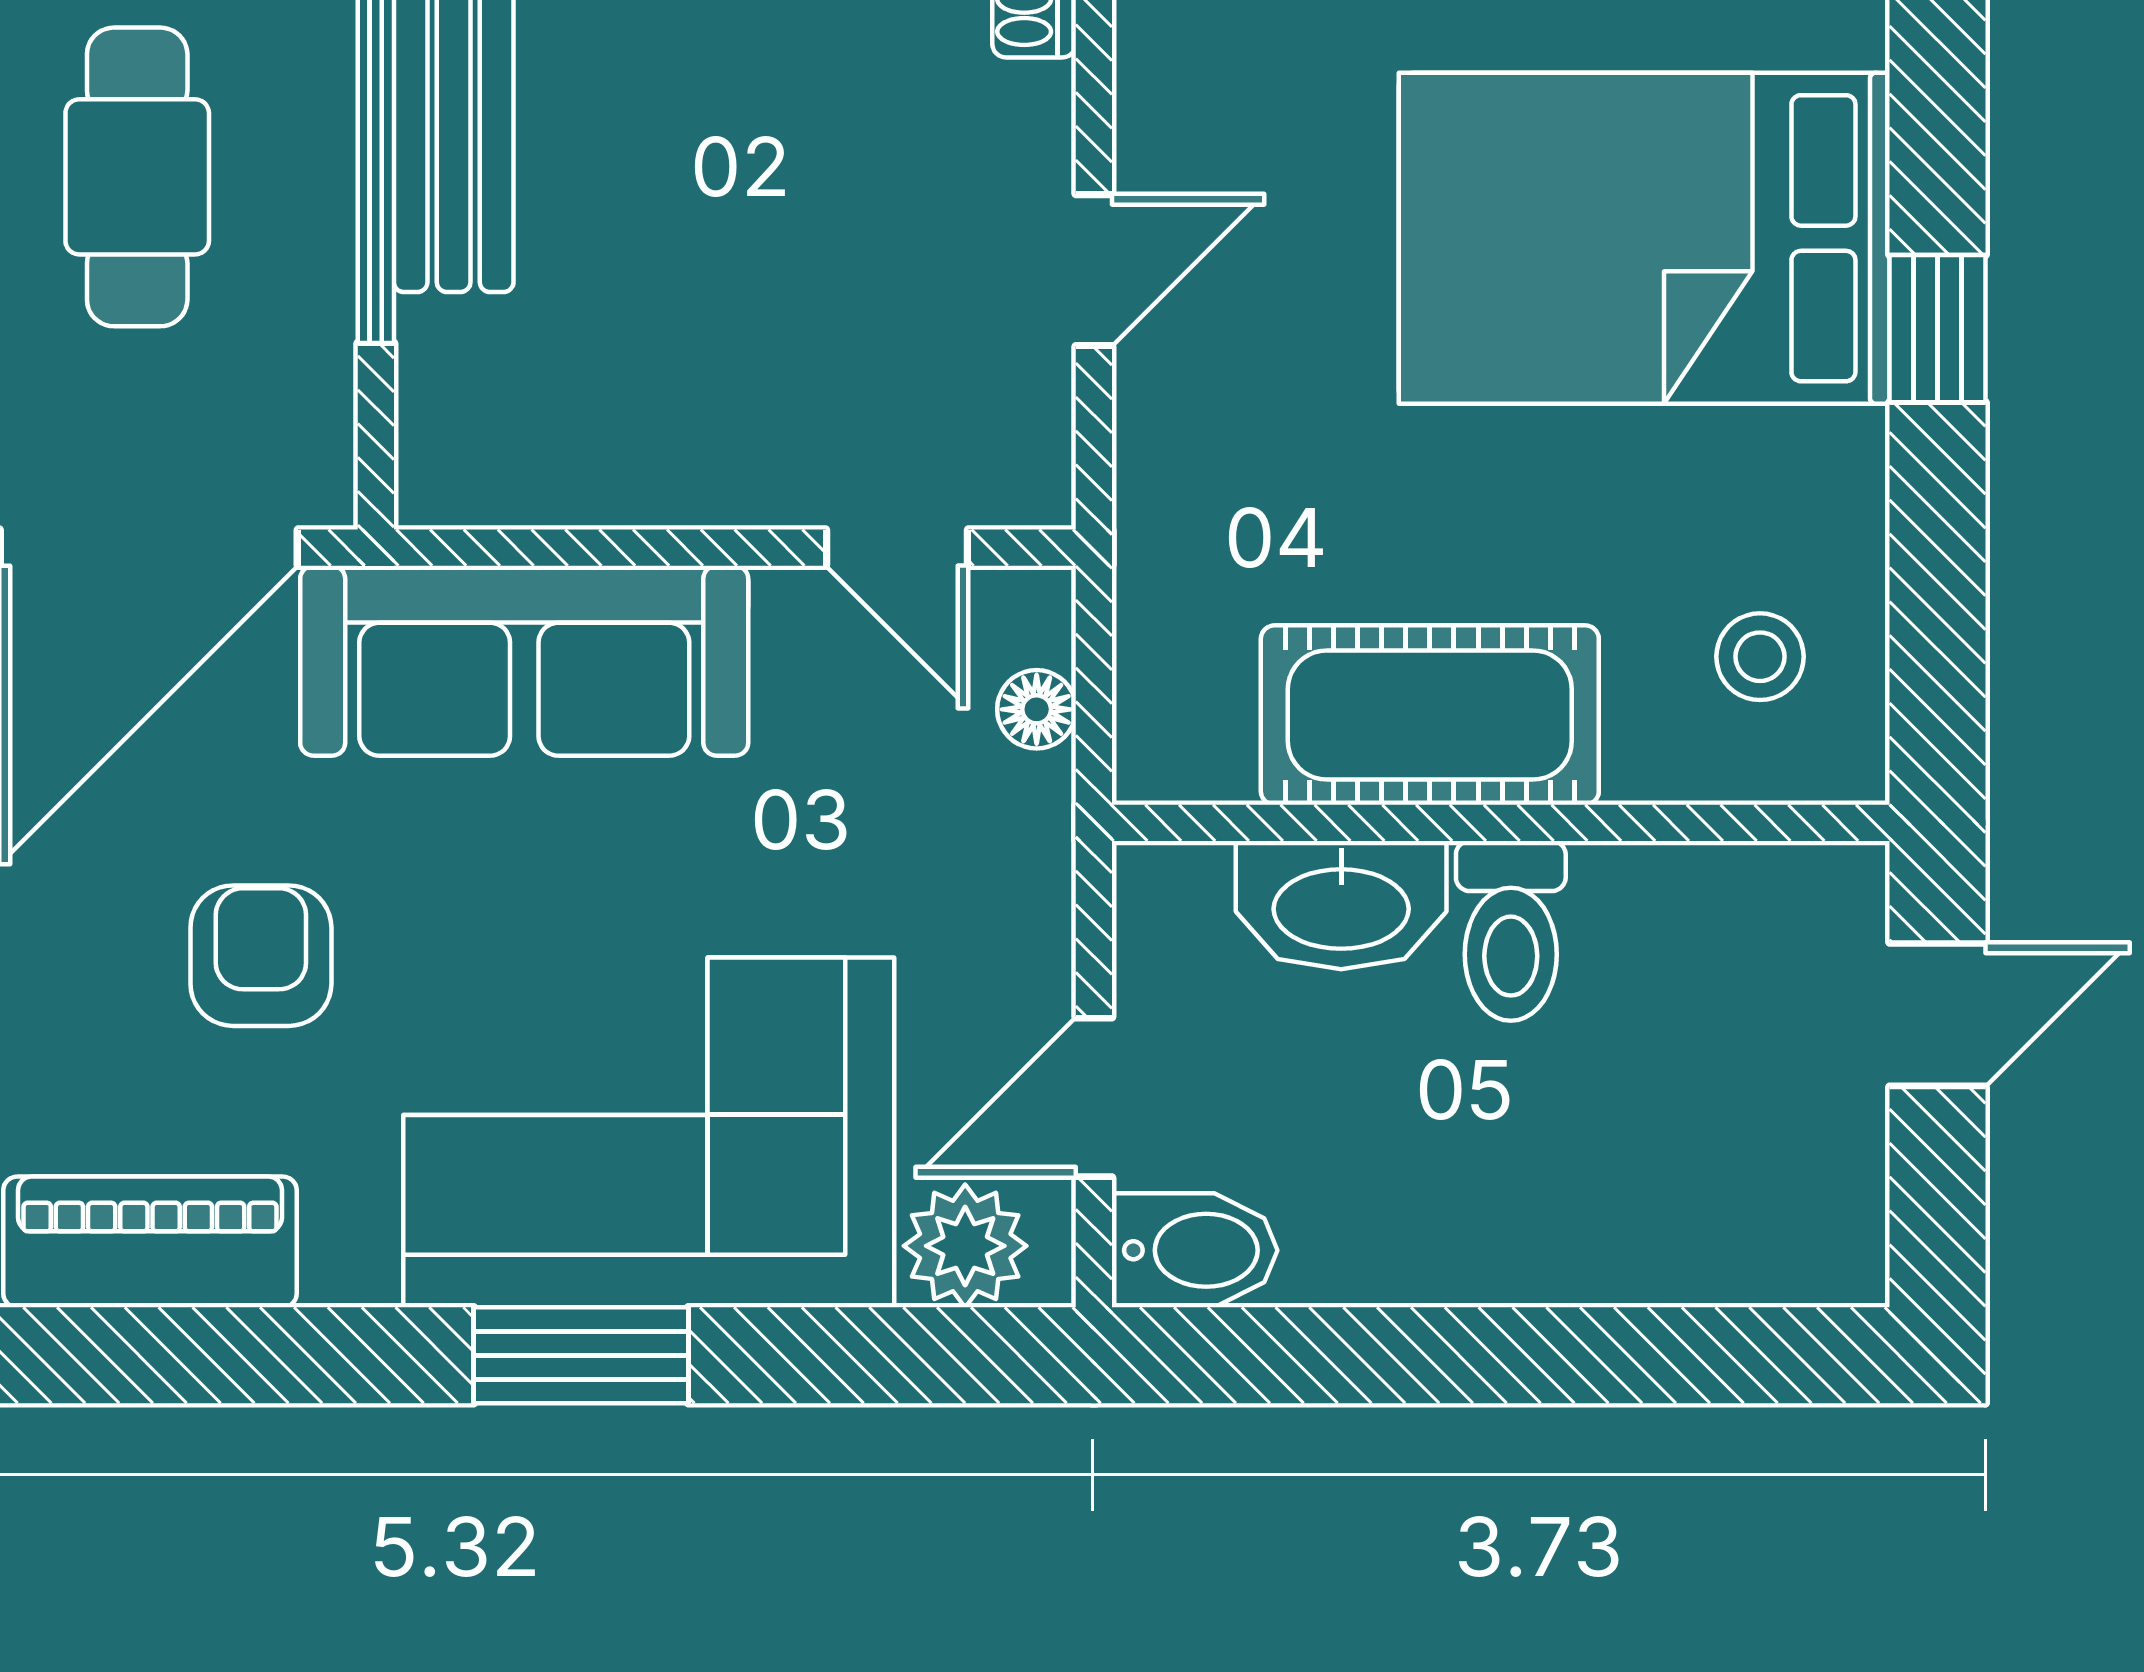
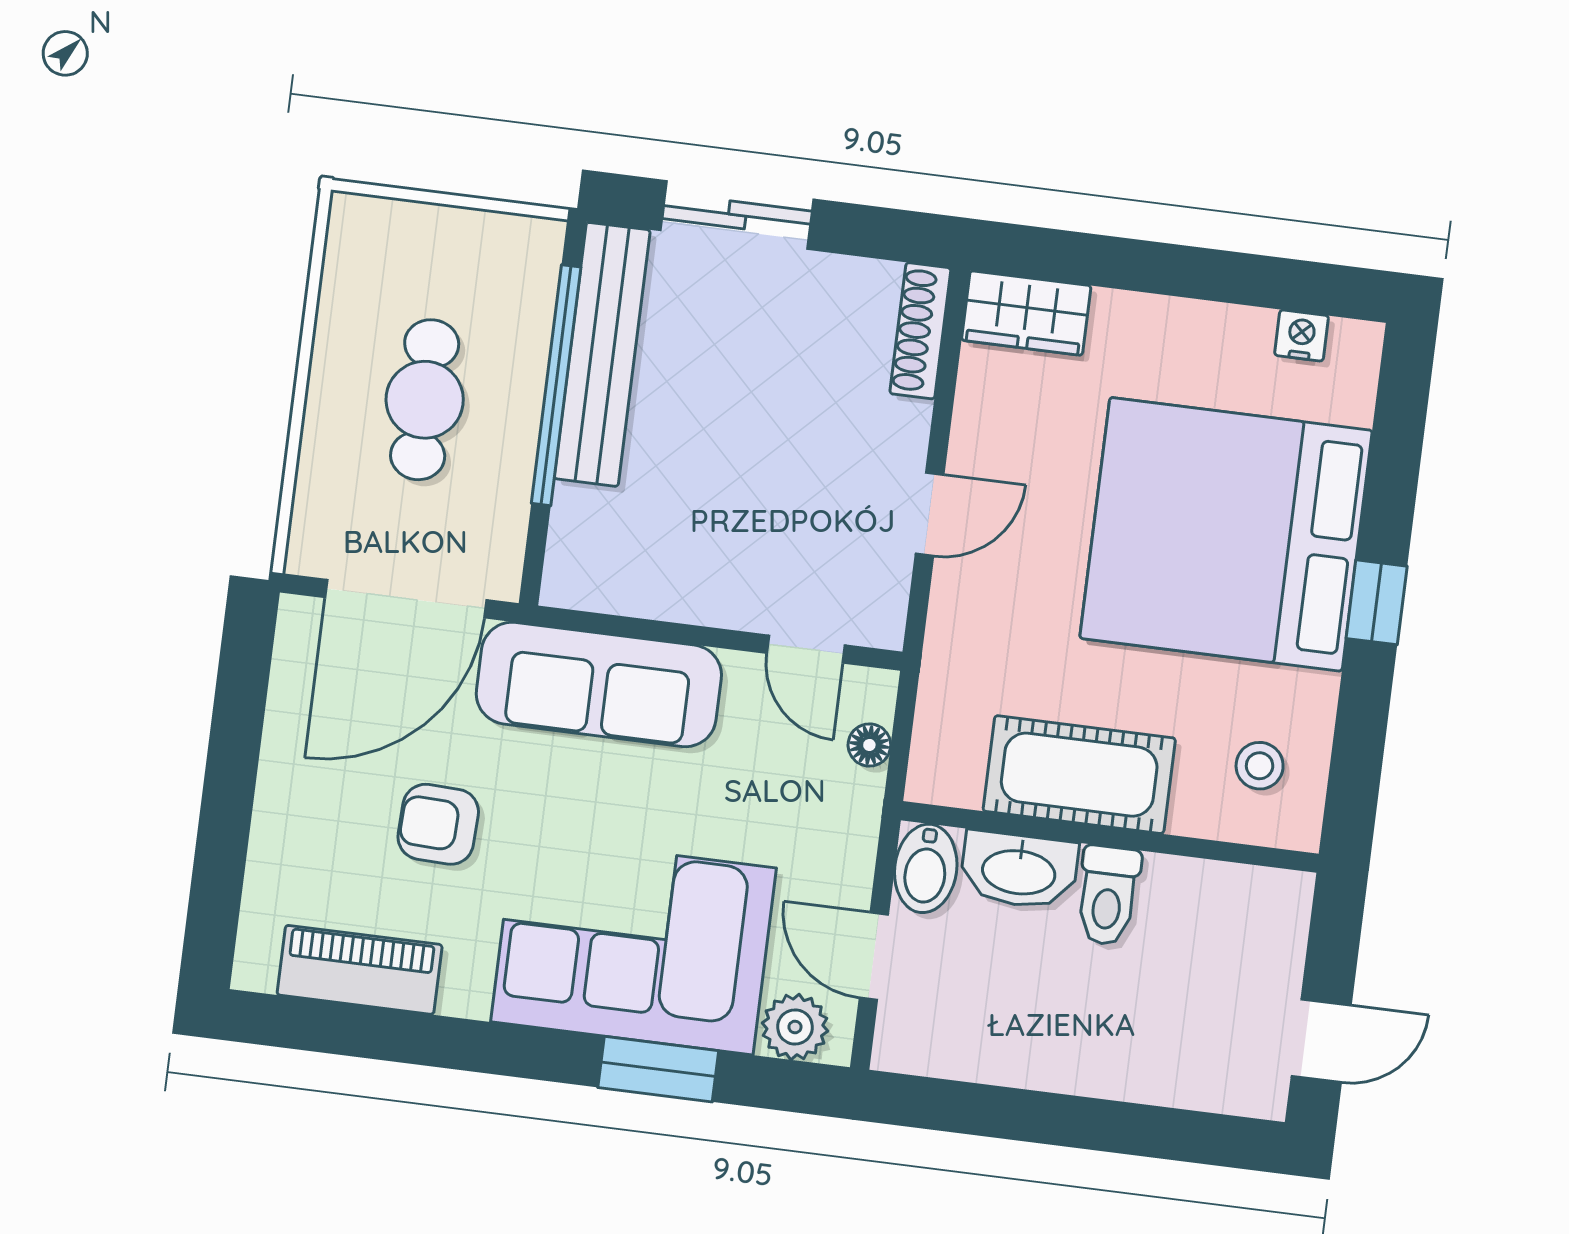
bed: (1644, 238) -> (1226, 534), width x1.36
armchair: (261, 956) -> (438, 824), turned -88
door: (1938, 1015) -> (1321, 1041), moved
door: (1094, 1097) -> (874, 956), hinge flipped
bidet: (1195, 1250) -> (926, 868), moved, turned 90
window: (581, 1355) -> (658, 1069), moved

